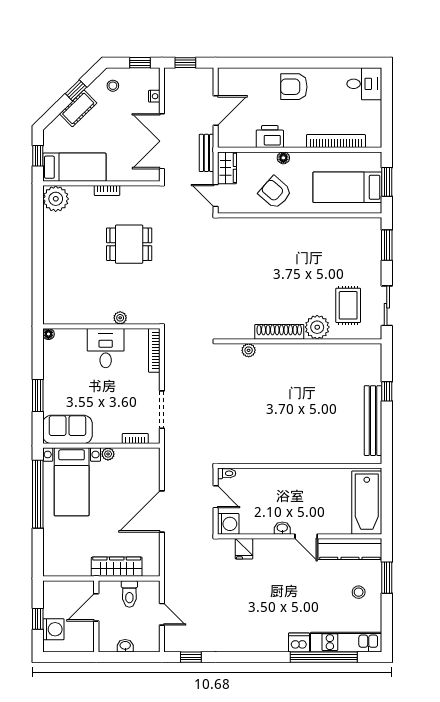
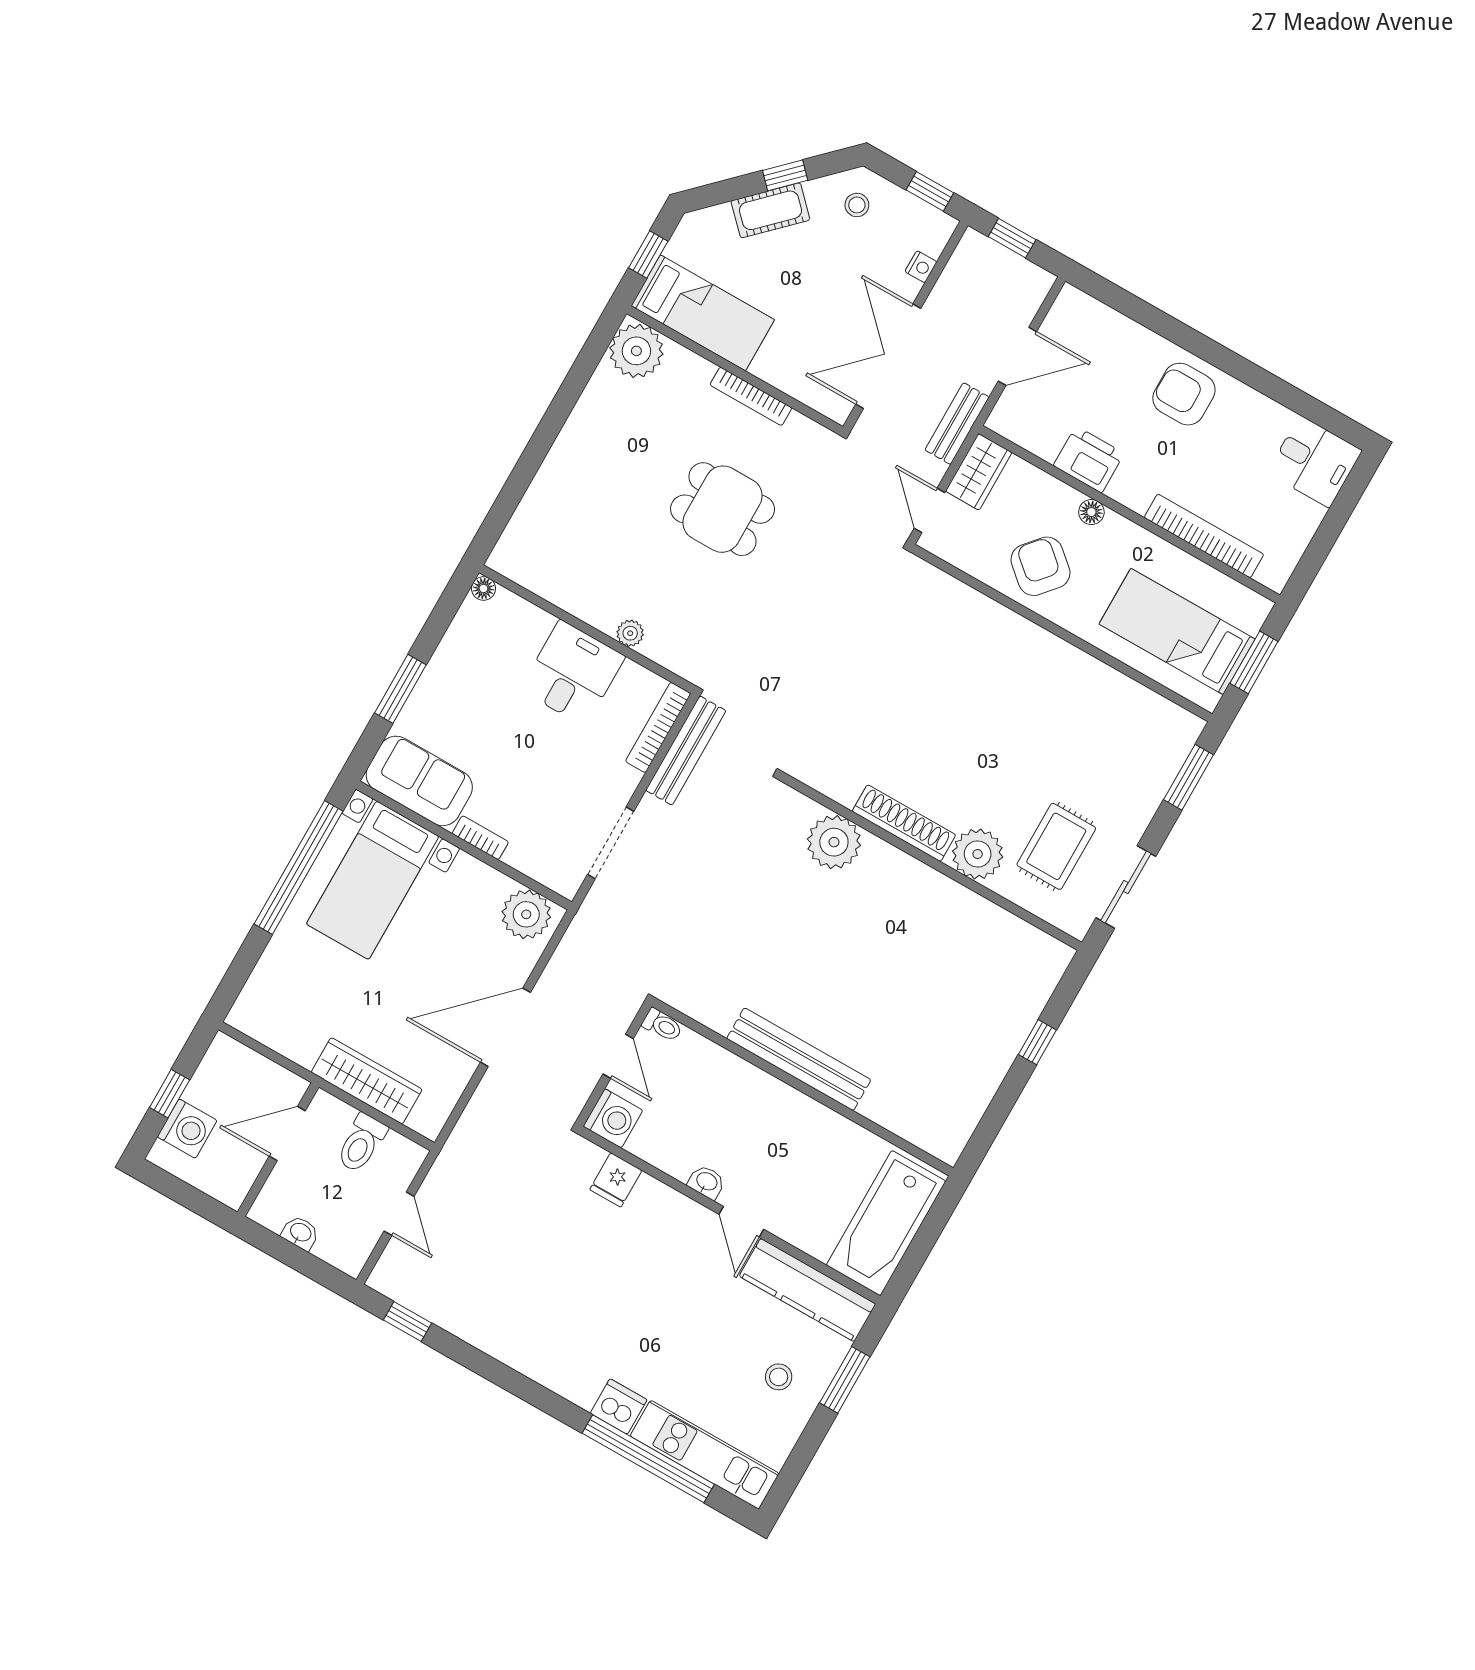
bookcase: (107, 190) -> (751, 396), width x1.56
plant: (249, 350) -> (834, 842), width x1.87, depth x1.87
bench: (171, 353) -> (686, 751), added
bench: (373, 421) -> (799, 1059), moved, turned 90
bookcase: (135, 439) -> (480, 838), moved
plant: (108, 454) -> (526, 914), moved, width x1.87, depth x1.87

